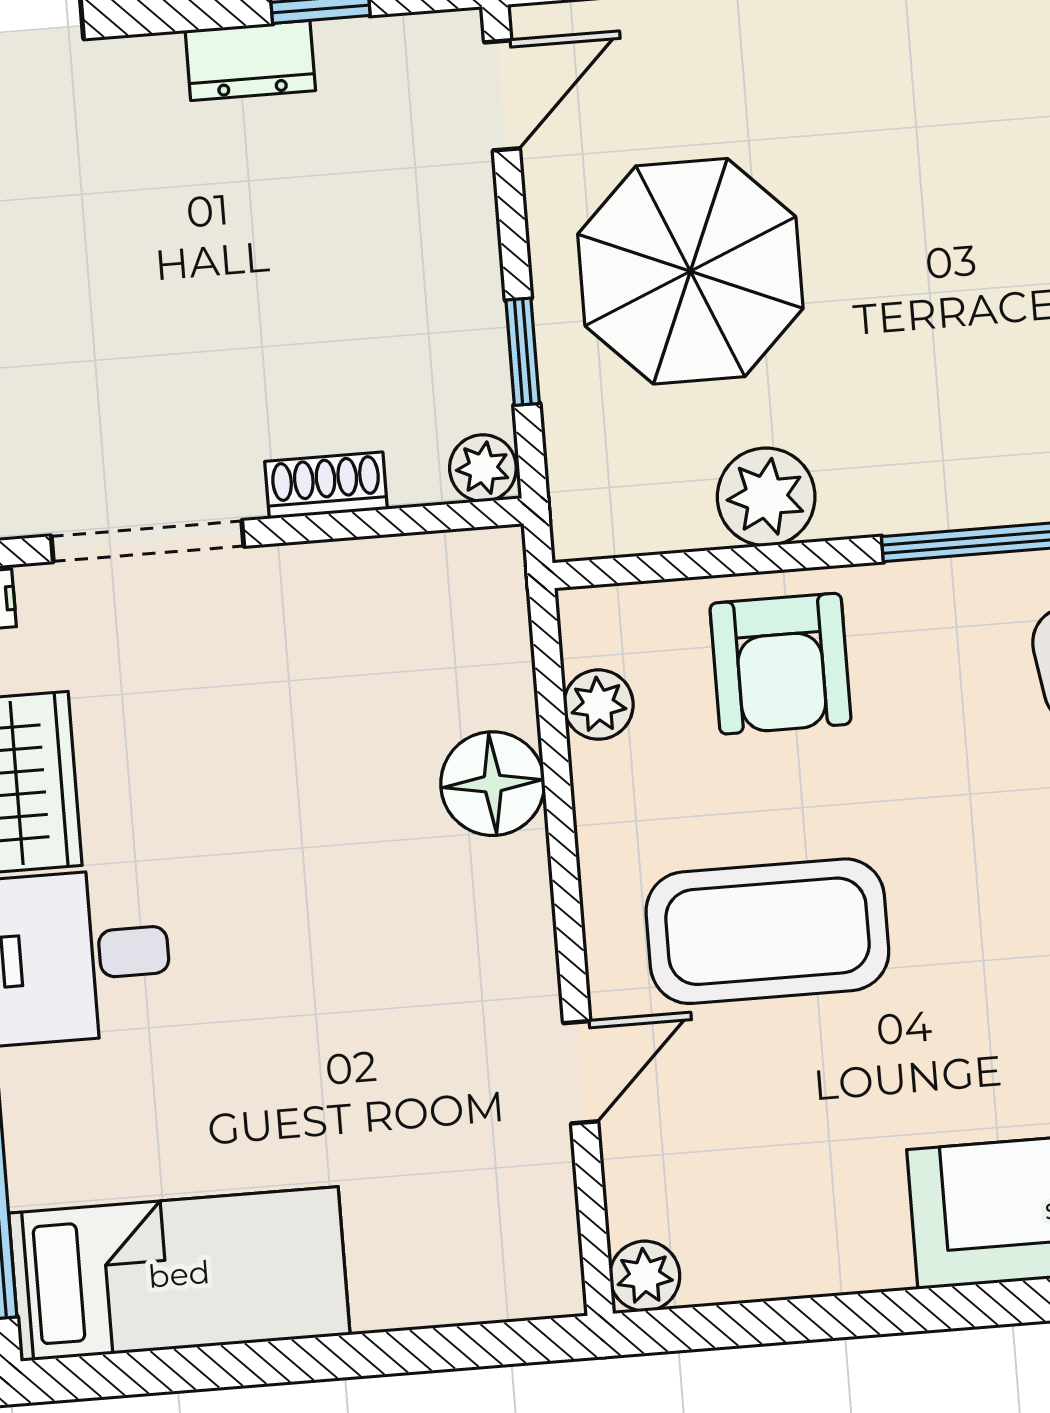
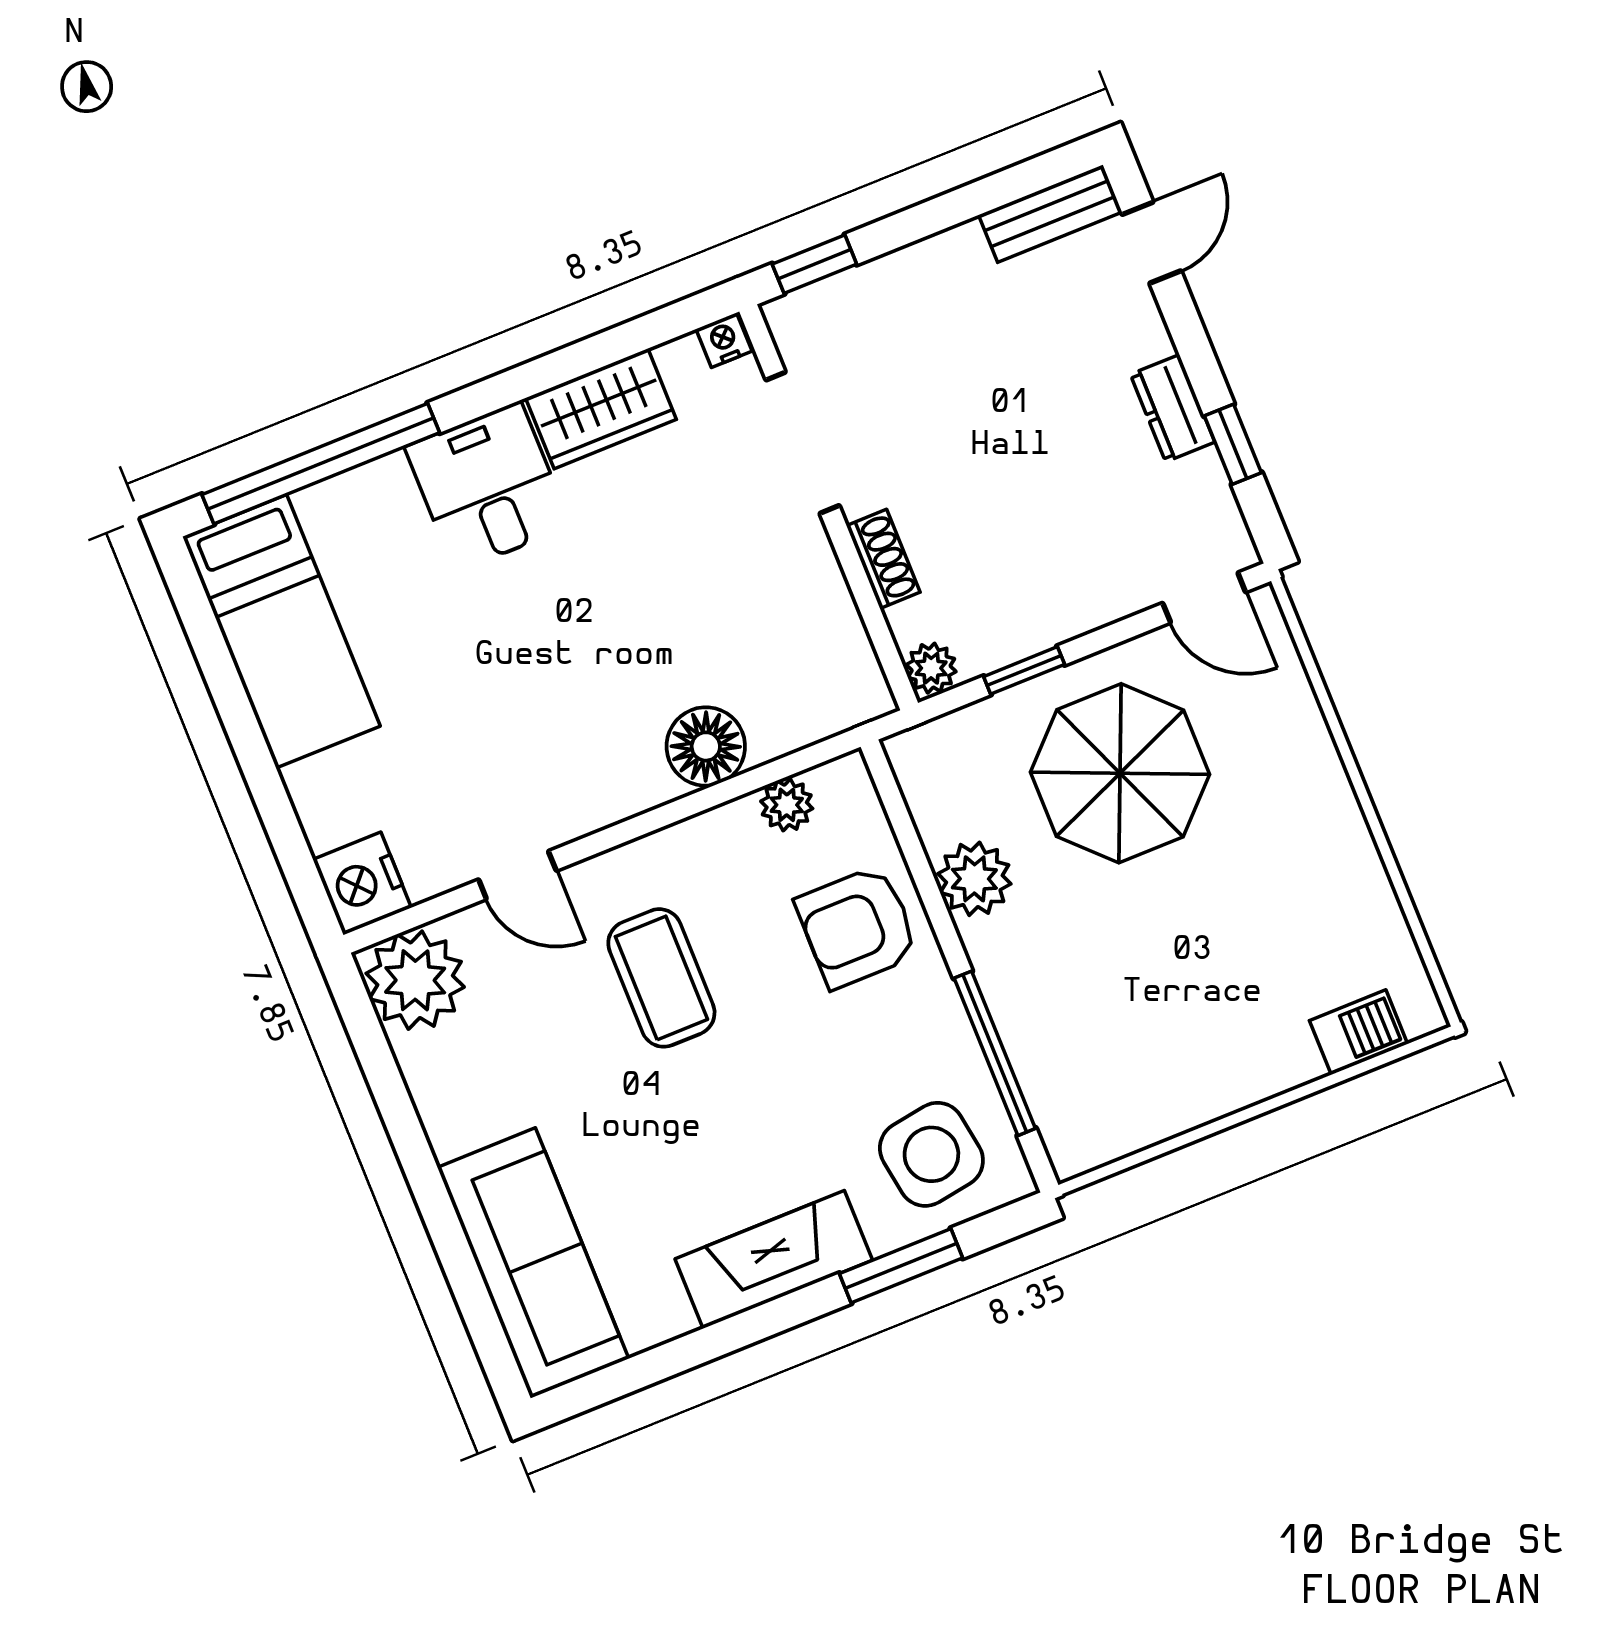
coffee table: (767, 931) -> (661, 978), width x0.73, depth x0.76
nightstand: (530, 1272) -> (362, 884), added
plant: (645, 1276) -> (415, 980), width x1.87, depth x1.87

